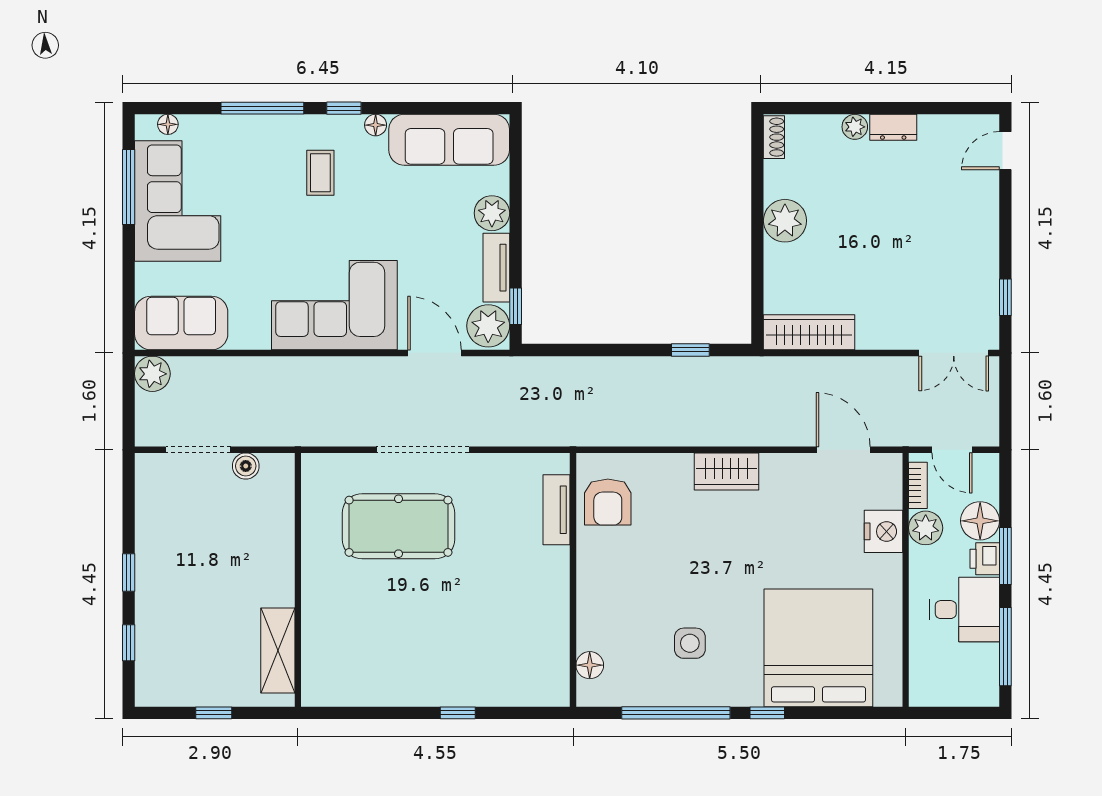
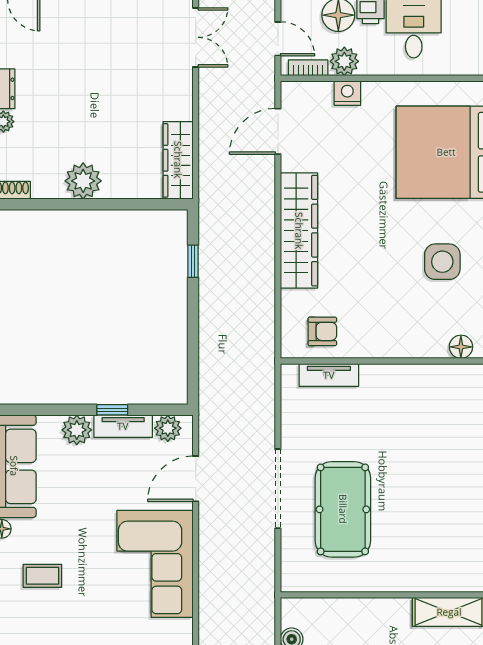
window: (516, 306) -> (112, 410), moved
plant: (488, 326) -> (168, 428), width x0.73, depth x0.73
door: (952, 450) -> (278, 39), hinge flipped
wardrobe: (727, 471) -> (299, 231), width x2.10, depth x1.17
armchair: (608, 502) -> (322, 331), width x0.72, depth x0.72
nightstand: (883, 531) -> (347, 93), width x0.74, depth x0.75
side table: (690, 643) -> (442, 262), width x1.37, depth x1.37

